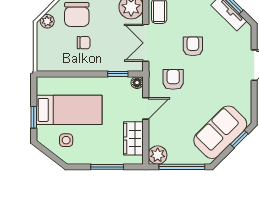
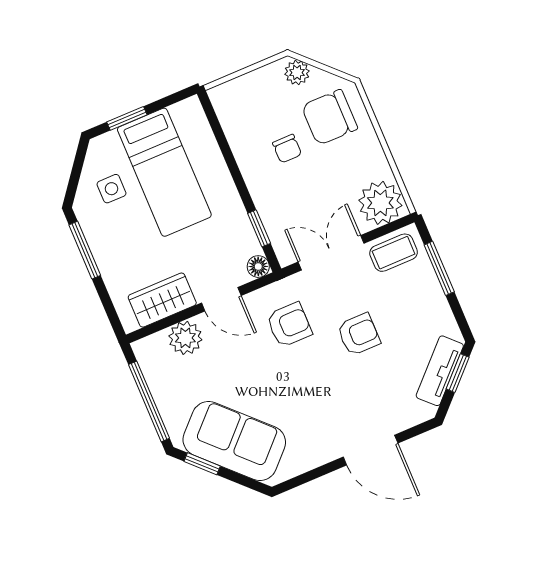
window: (239, 139) -> (202, 464), moved
plant: (158, 155) -> (185, 338), moved
window: (107, 167) -> (85, 250), moved

